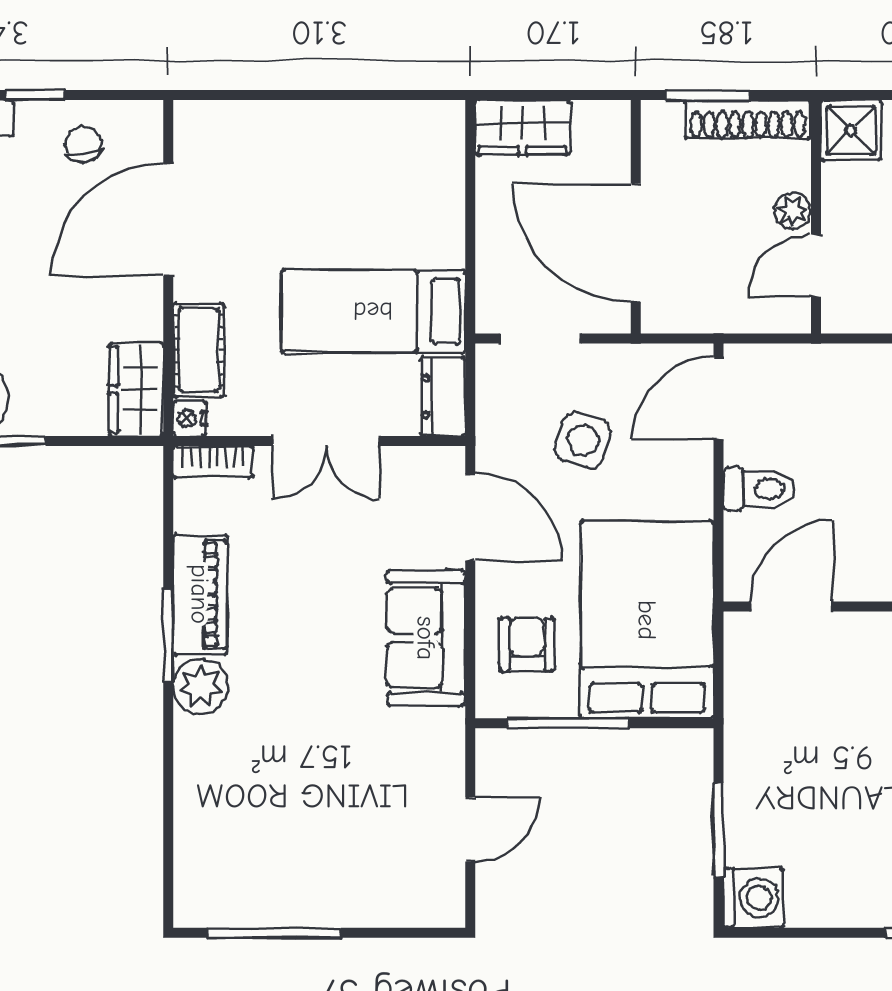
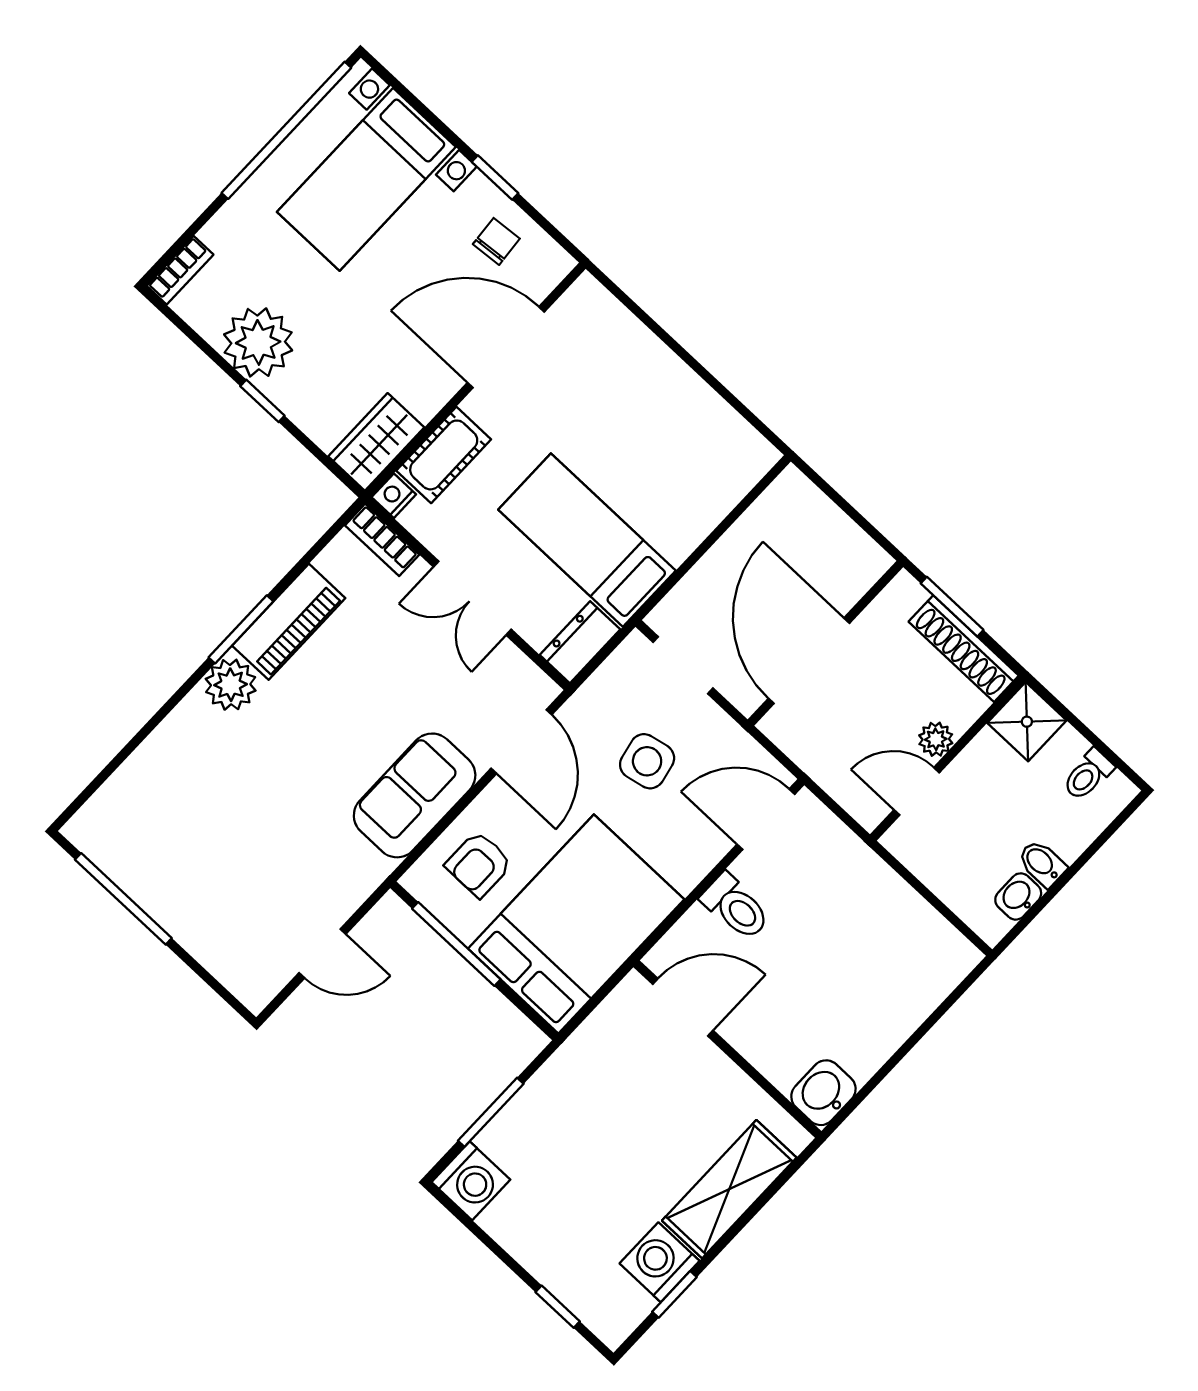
wardrobe: (522, 127) -> (805, 510), removed
side table: (583, 440) -> (647, 761), turned -30
armchair: (527, 645) -> (479, 864), turned 180

